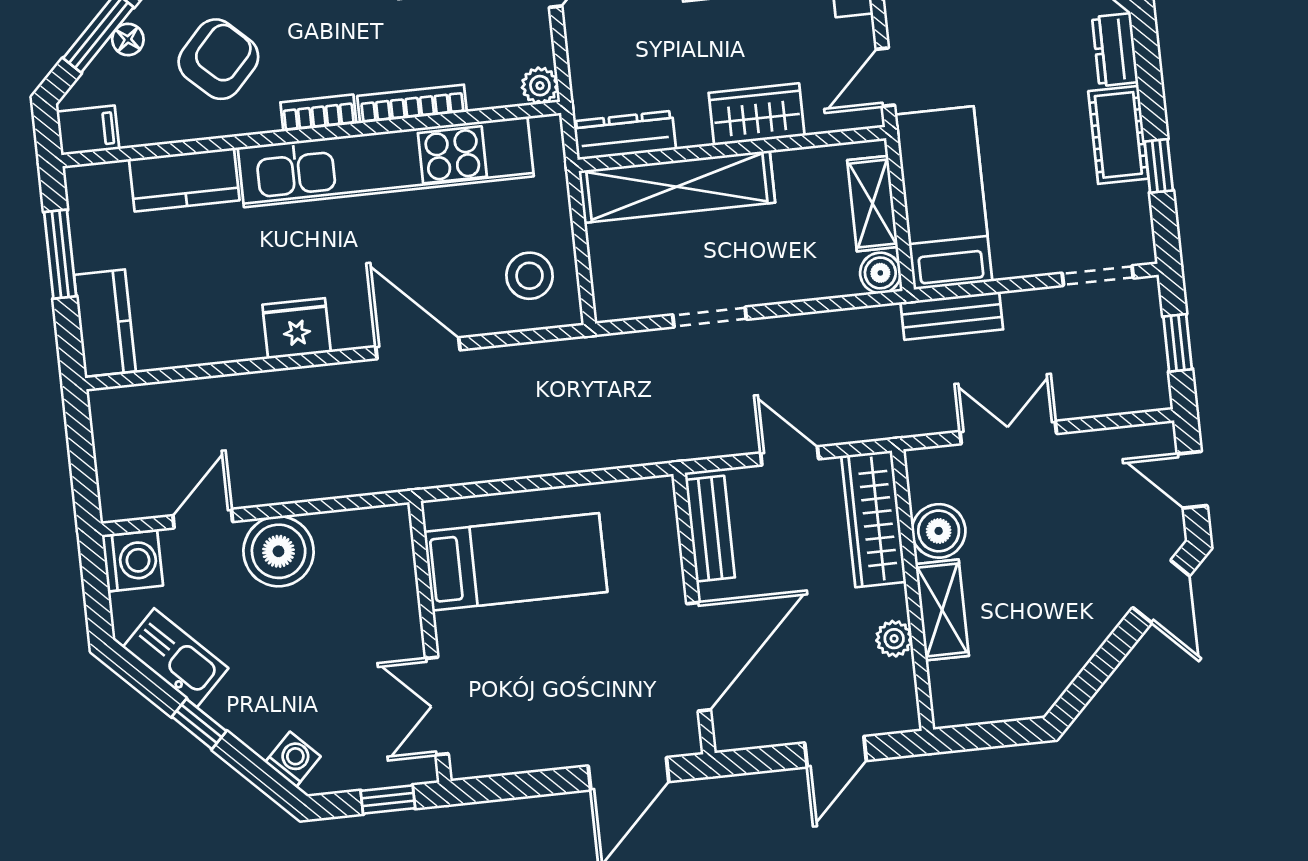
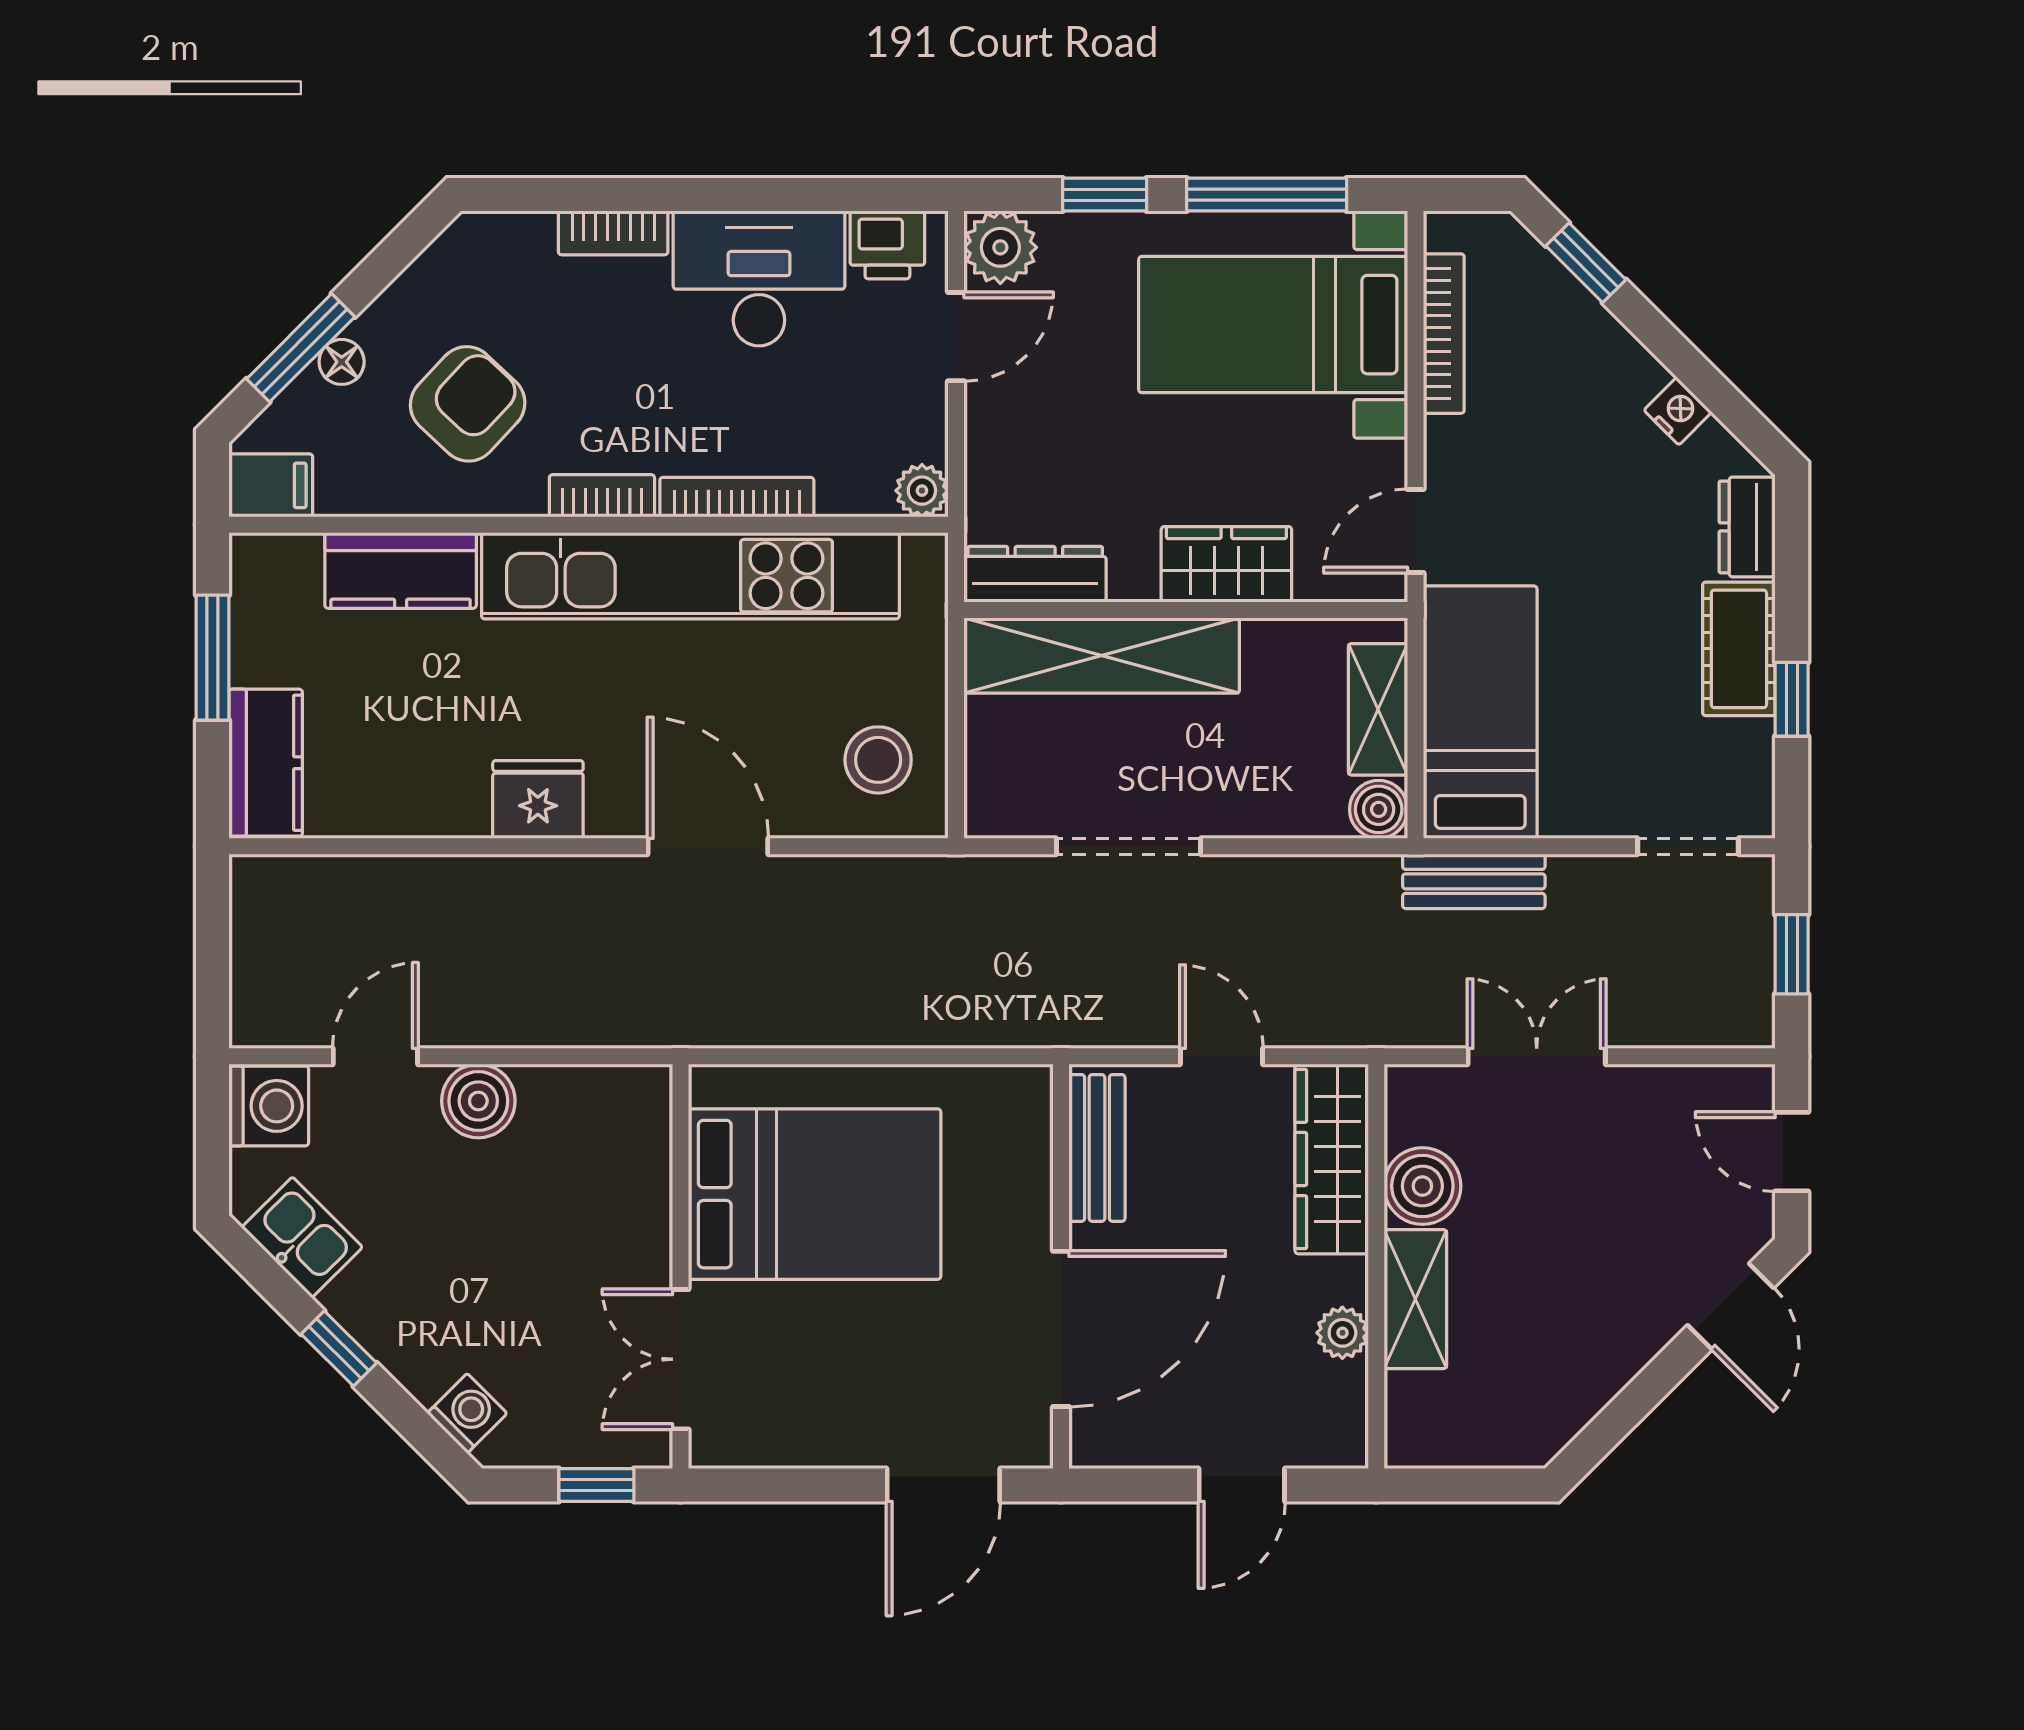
doorway: (710, 317) -> (1128, 846), width x1.38
boiler: (279, 551) -> (478, 1101), width x0.73, depth x0.73
bed: (516, 562) -> (815, 1194), width x1.50
kitchen sink: (175, 658) -> (302, 1237), width x0.73

